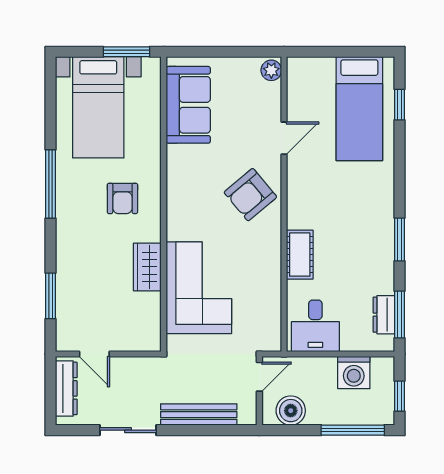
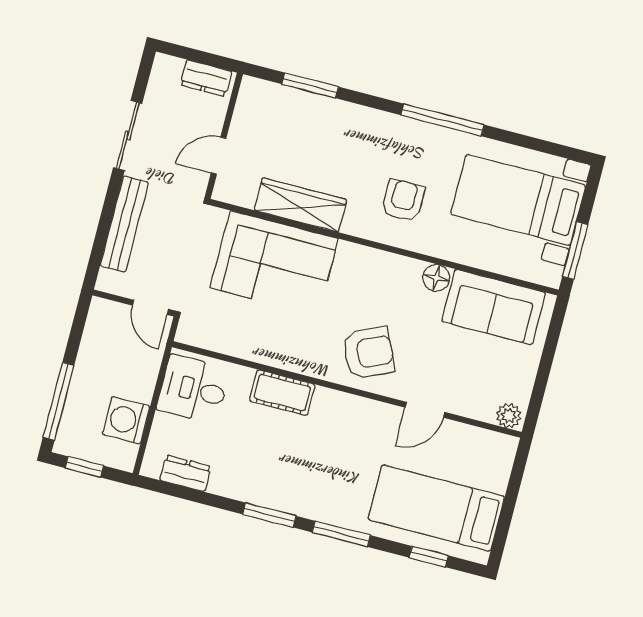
door: (284, 138) -> (425, 410), hinge flipped
floor lamp: (177, 156) -> (436, 278), added
armchair: (250, 195) -> (368, 353), turned 105
armchair: (122, 198) -> (403, 200), turned 90
wardrobe: (147, 267) -> (300, 205), width x1.50
window: (399, 314) -> (341, 534), moved
door: (94, 354) -> (219, 156), moved
dresser: (66, 388) -> (206, 78), width x0.70
boiler: (291, 411) -> (101, 334), removed

